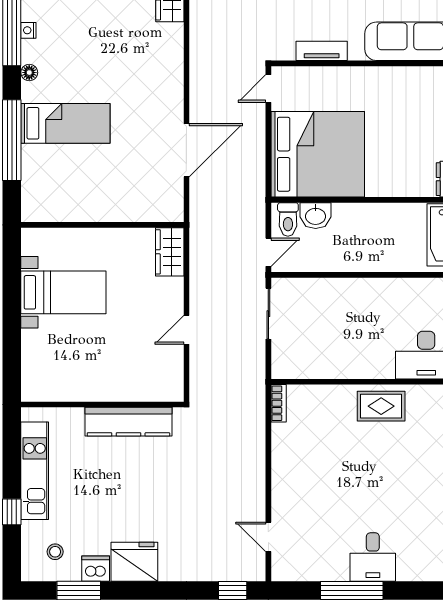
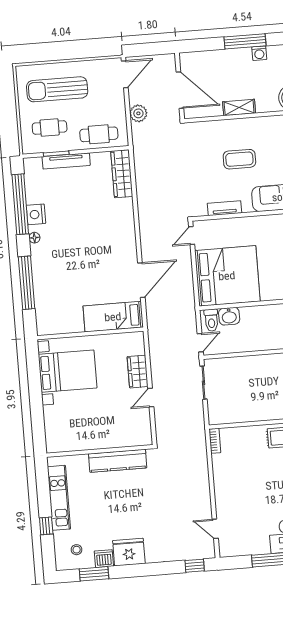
nightstand: (28, 30) -> (36, 214), width x1.89, depth x1.79
bed: (65, 123) -> (113, 317), moved, turned 180
wardrobe: (170, 252) -> (138, 372), moved
bed with nightstands: (63, 292) -> (68, 371), width x1.36

